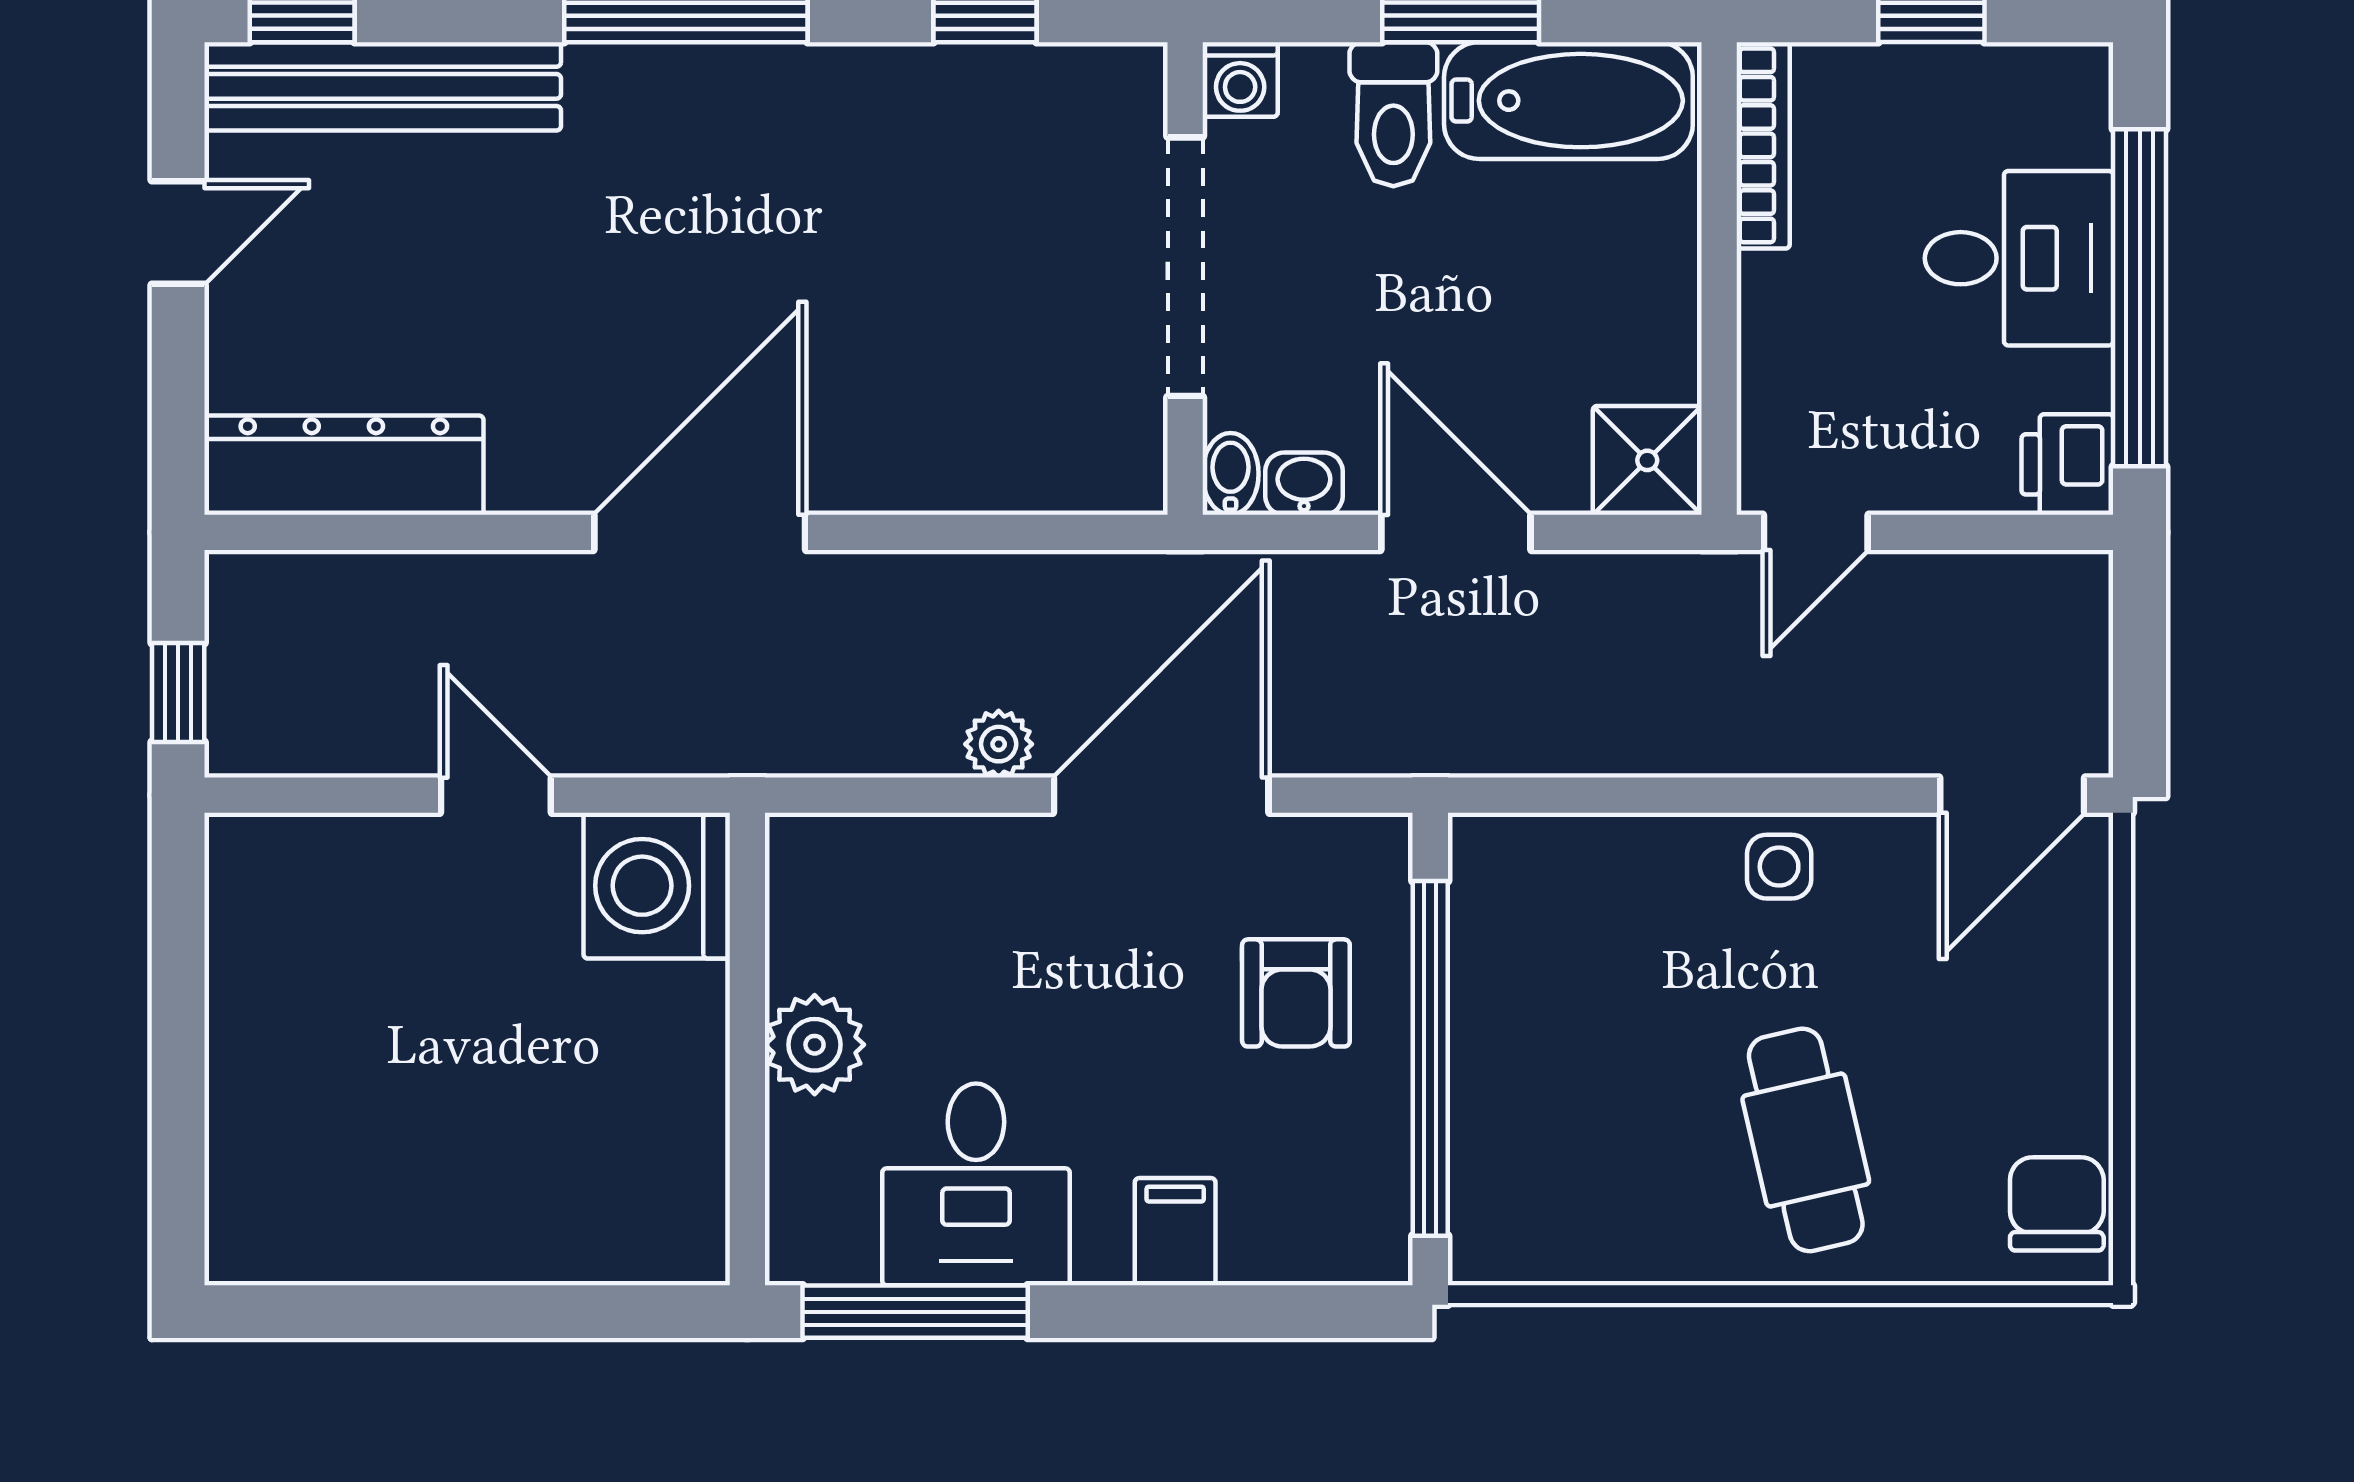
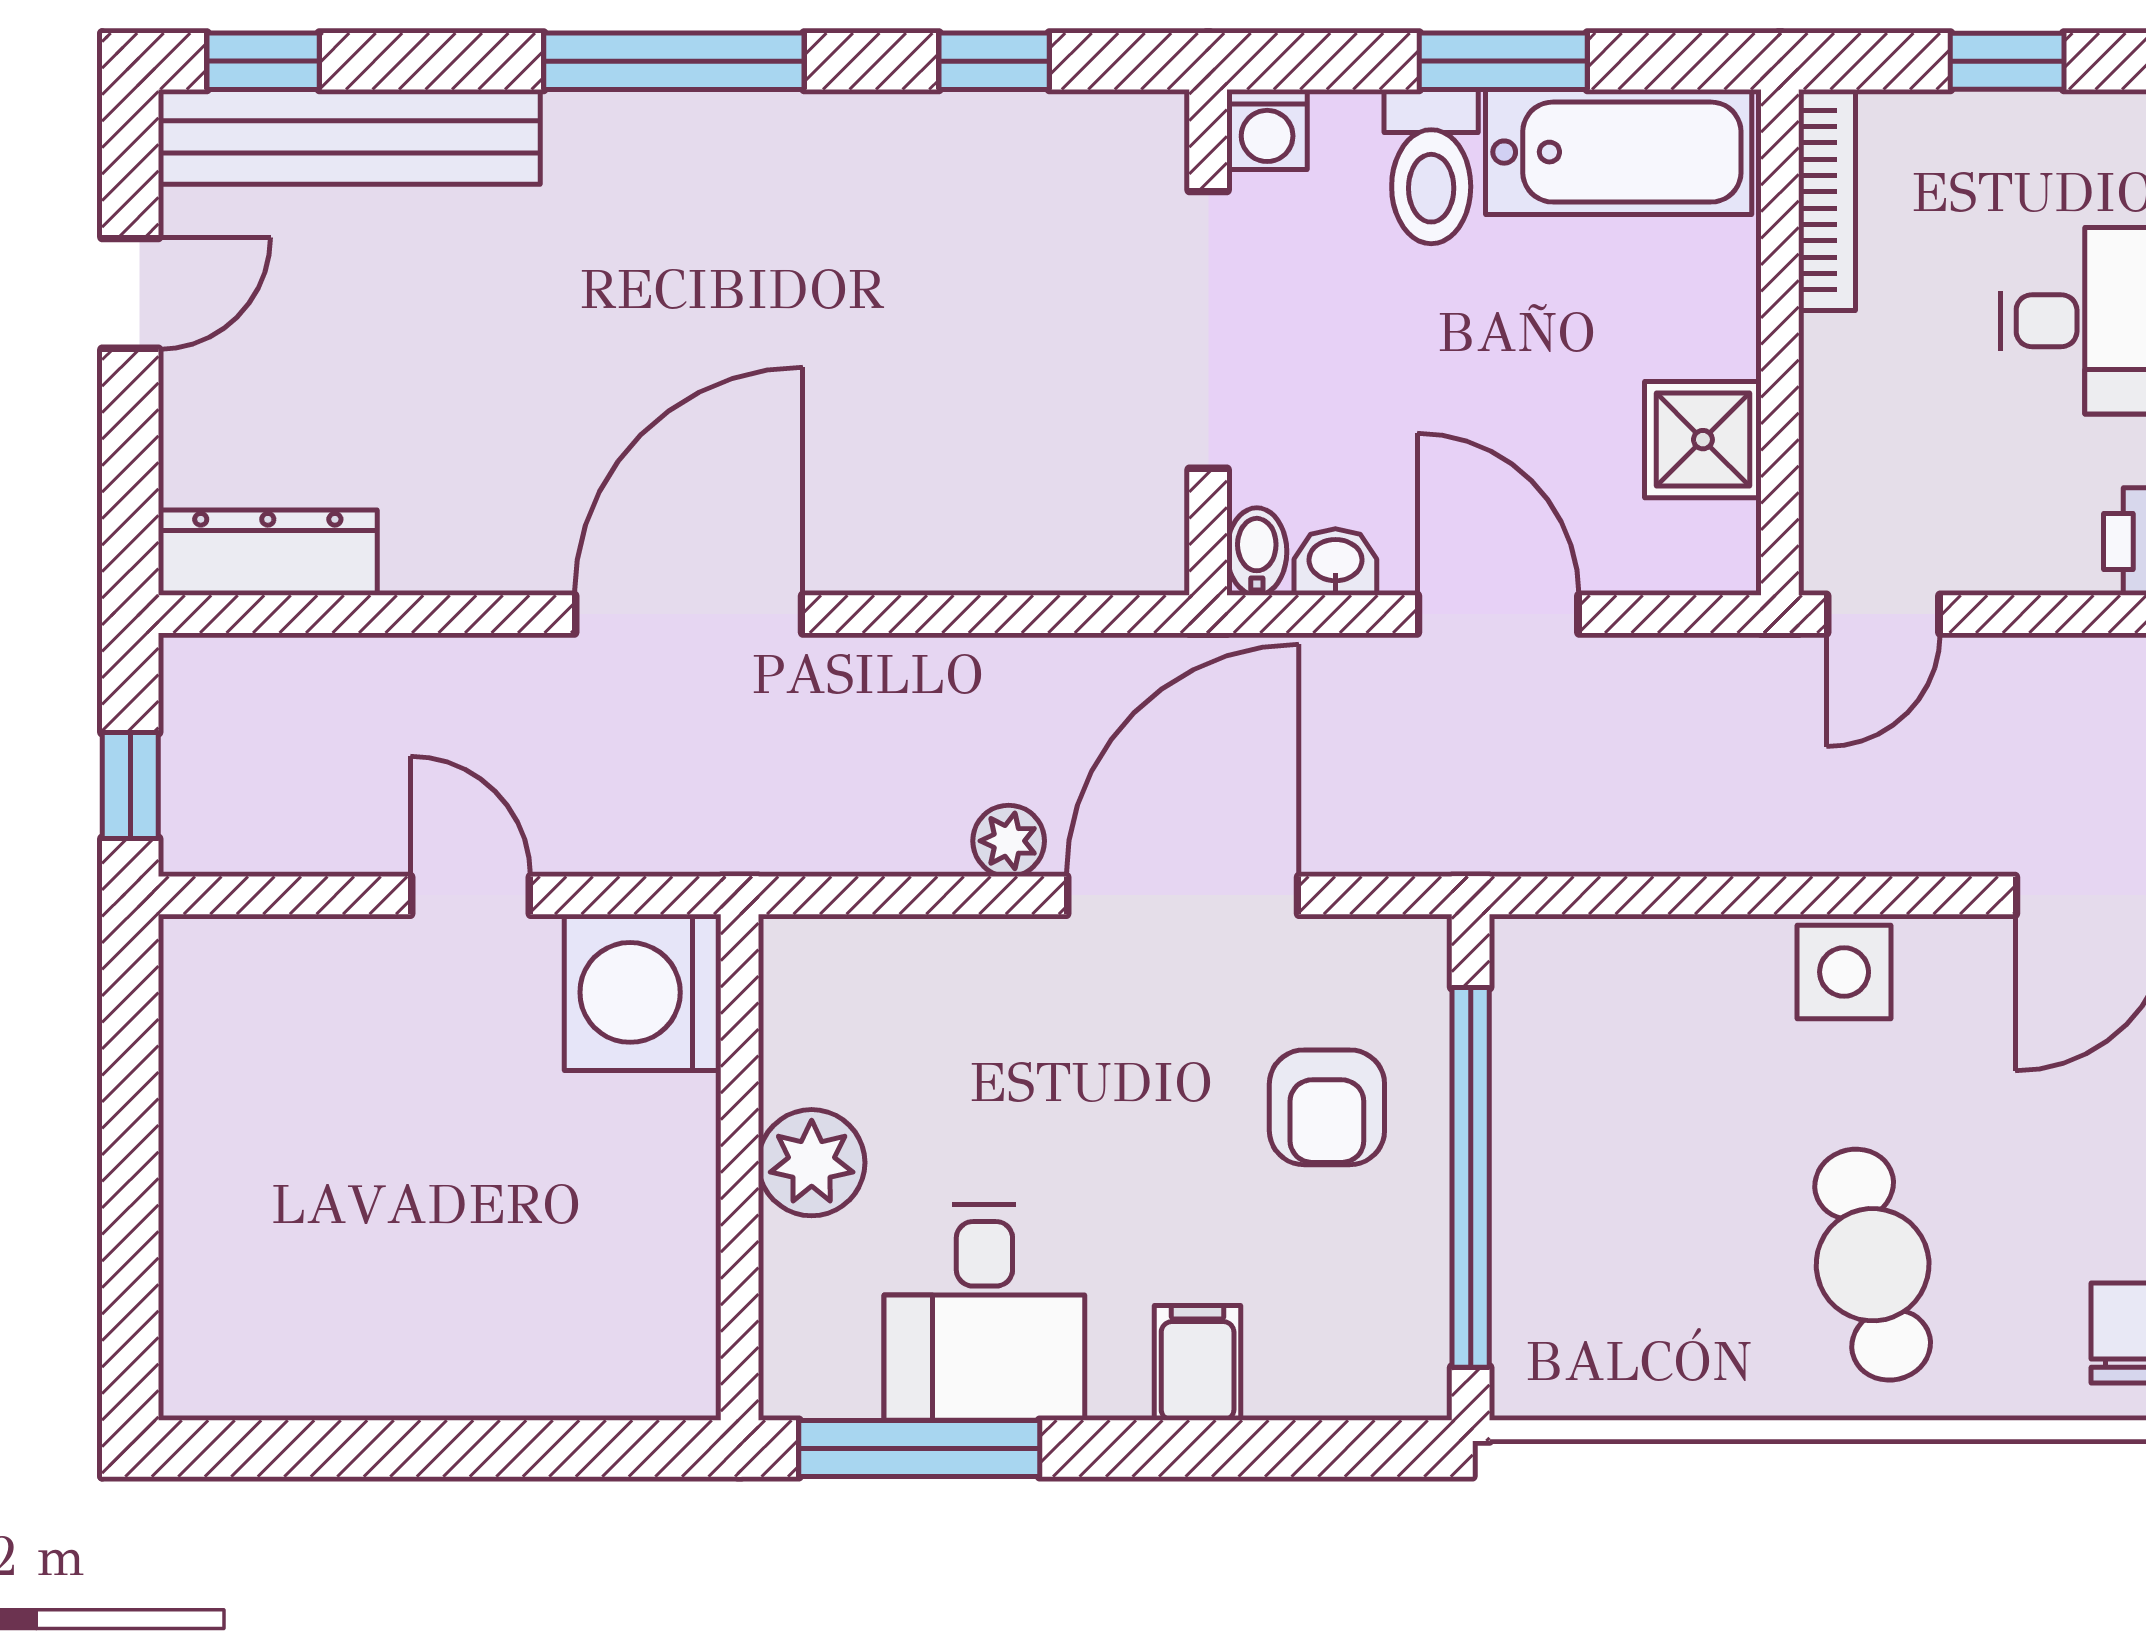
shower: (1647, 460) -> (1703, 440), moved
dresser: (344, 465) -> (268, 553), width x0.73, depth x0.80
side table: (1779, 867) -> (1844, 972), width x1.37, depth x1.37

